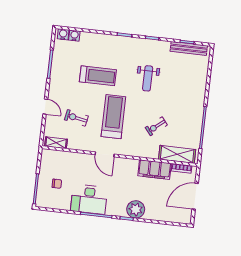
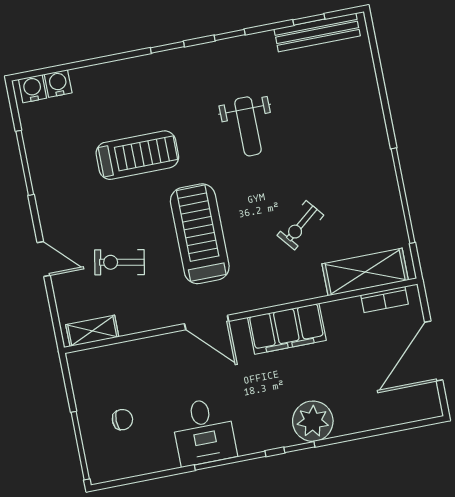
filing cabinet: (155, 170) -> (287, 329), moved
desk: (89, 199) -> (204, 432), width x0.73

